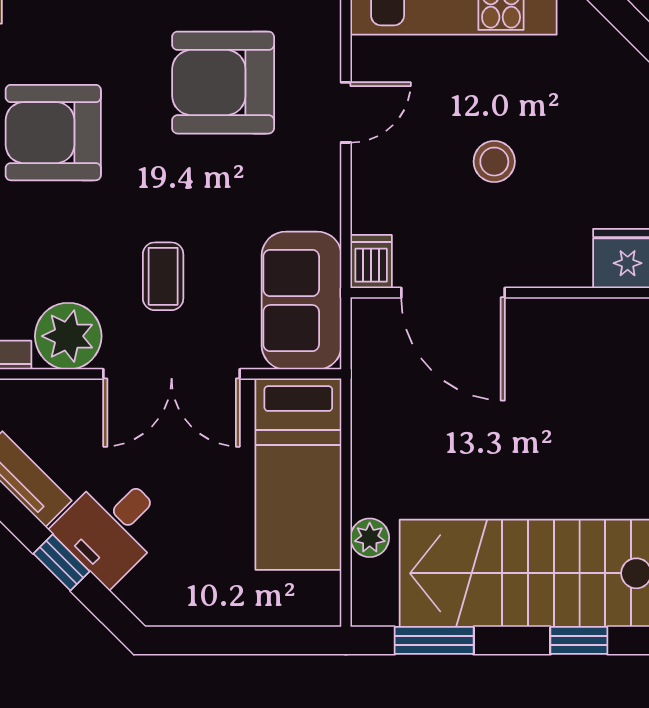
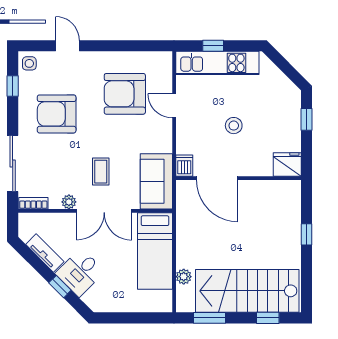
door: (346, 112) -> (174, 106), swing flipped
plant: (68, 336) -> (69, 202), width x0.53, depth x0.53

